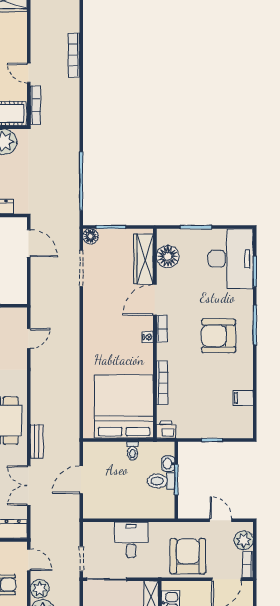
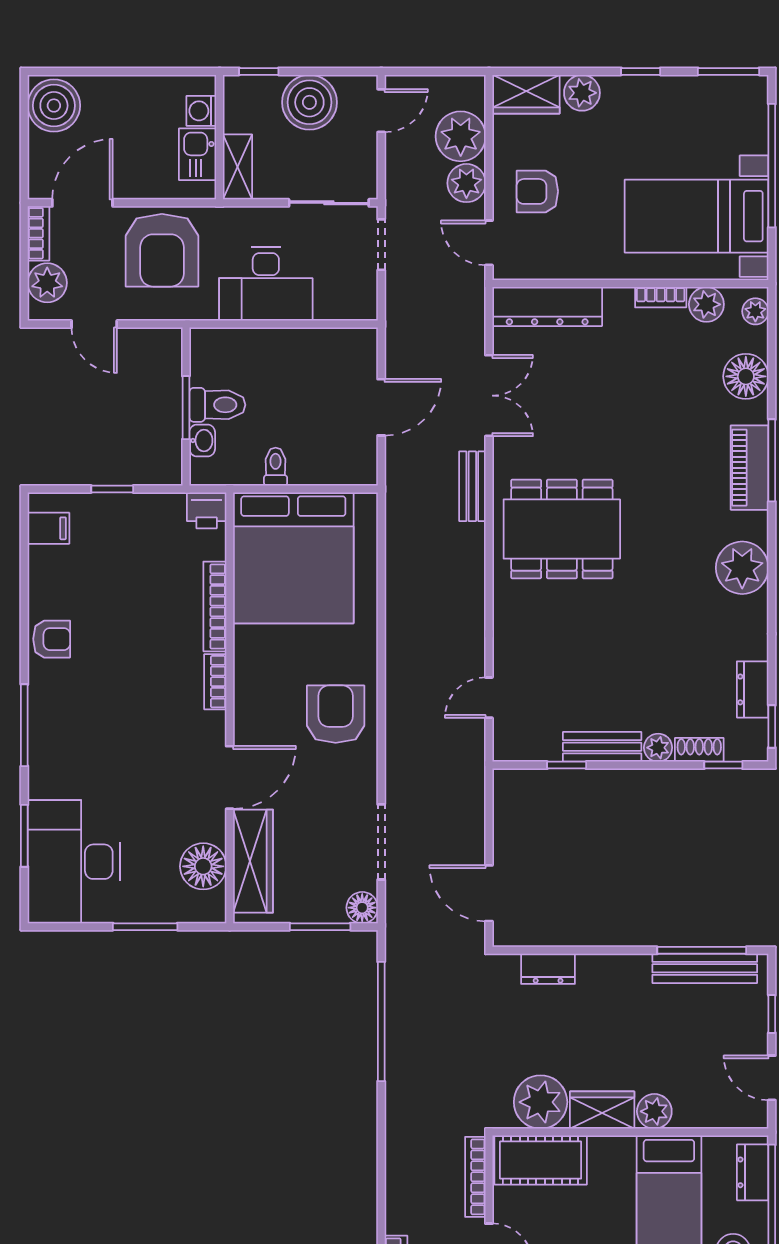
bookcase: (162, 329) -> (215, 682), moved
armchair: (103, 330) -> (336, 714), added
armchair: (219, 336) -> (52, 639), moved, width x0.53, depth x0.53
nightstand: (148, 337) -> (244, 700), removed
filing cabinet: (243, 398) -> (48, 528), moved
desk: (131, 540) -> (266, 284), width x1.37

